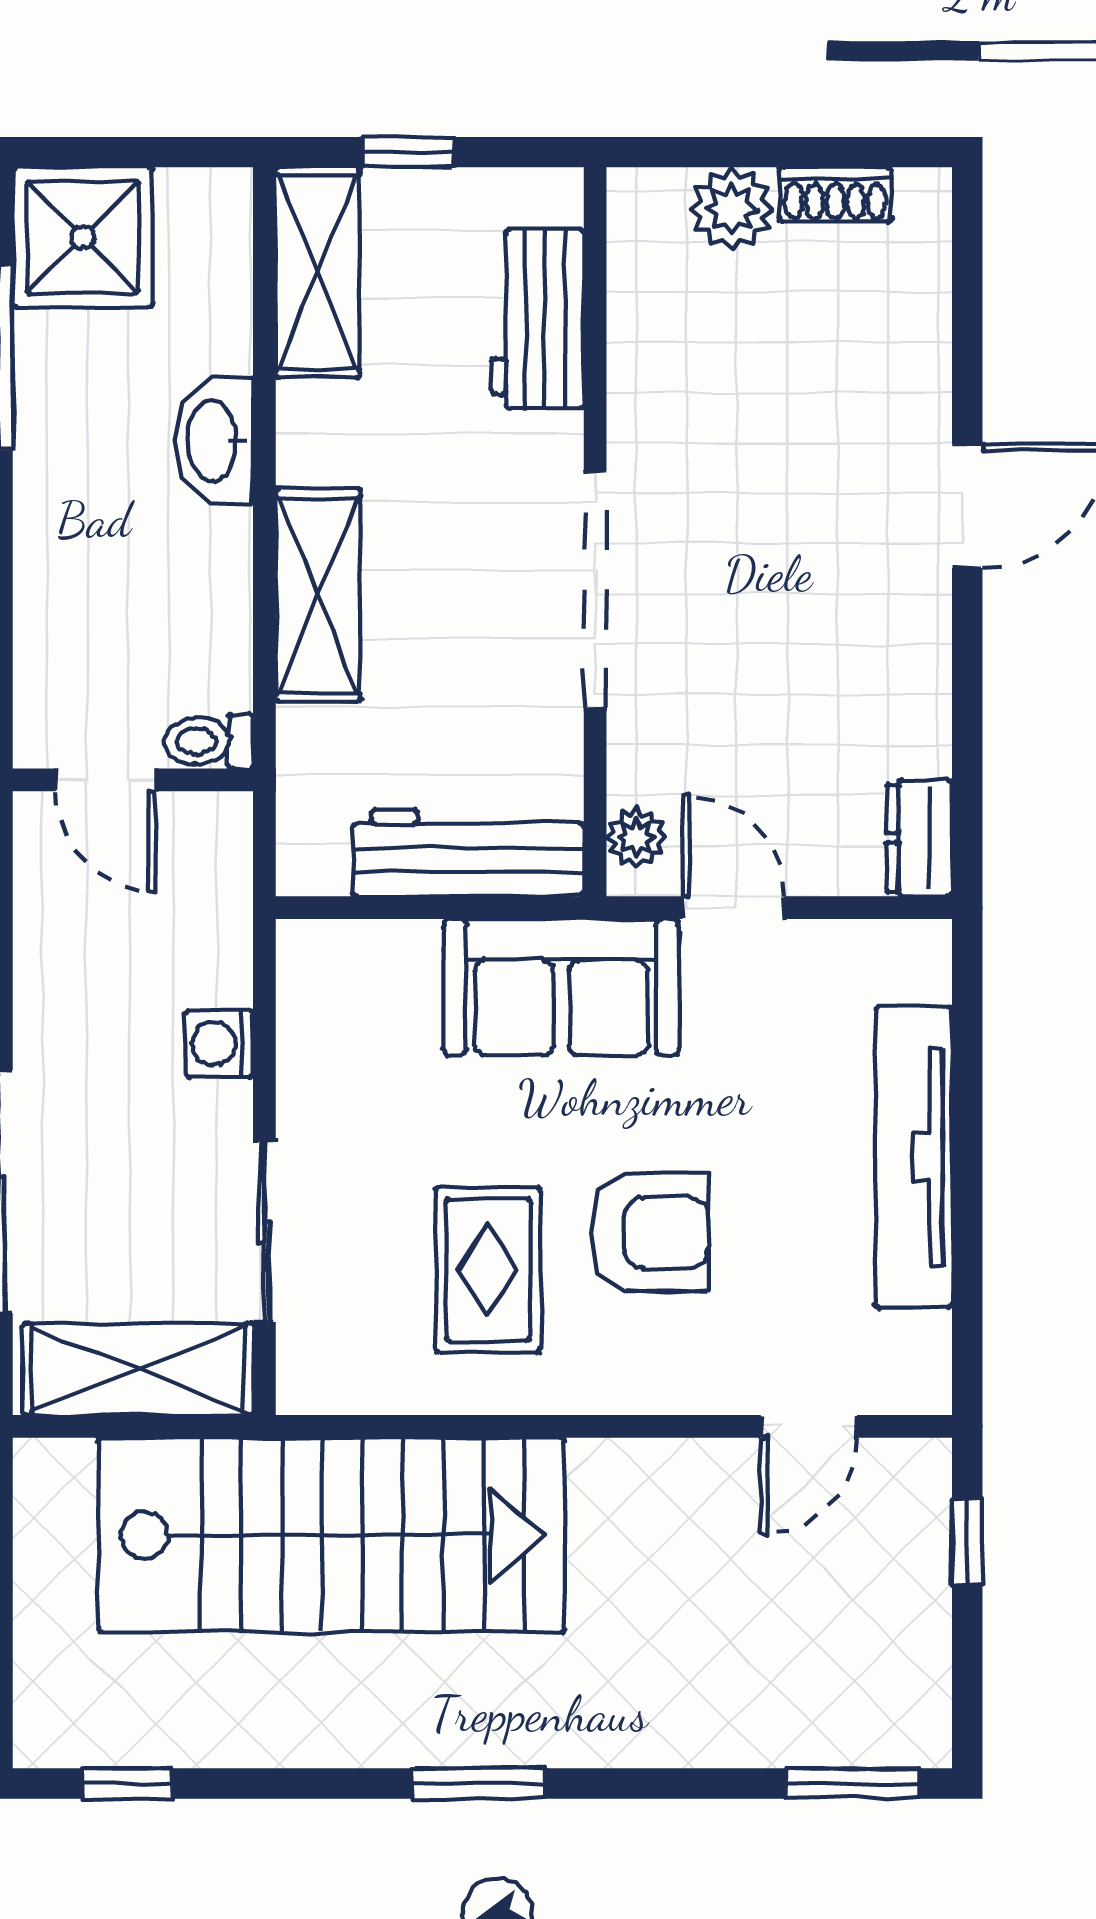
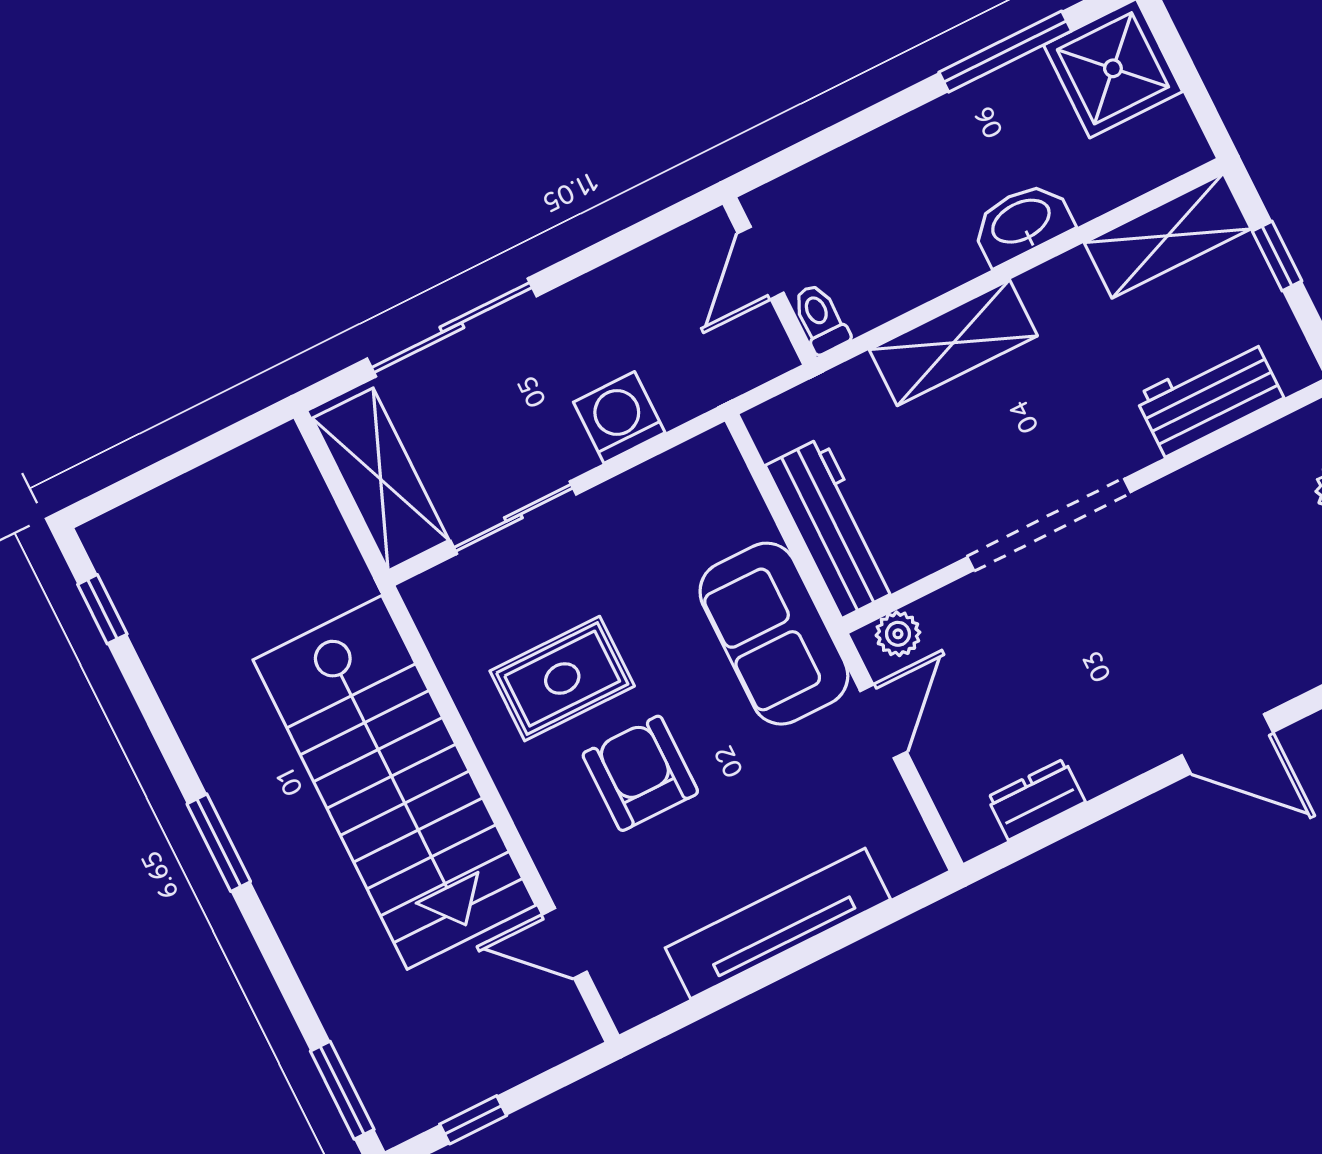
dresser: (919, 838) -> (1036, 799), moved
washing machine: (220, 1044) -> (619, 417), width x1.38, depth x1.38
armchair: (649, 1233) -> (640, 773), turned 180
stairs: (331, 1535) -> (395, 782), moved
window: (967, 1541) -> (473, 1120), moved

